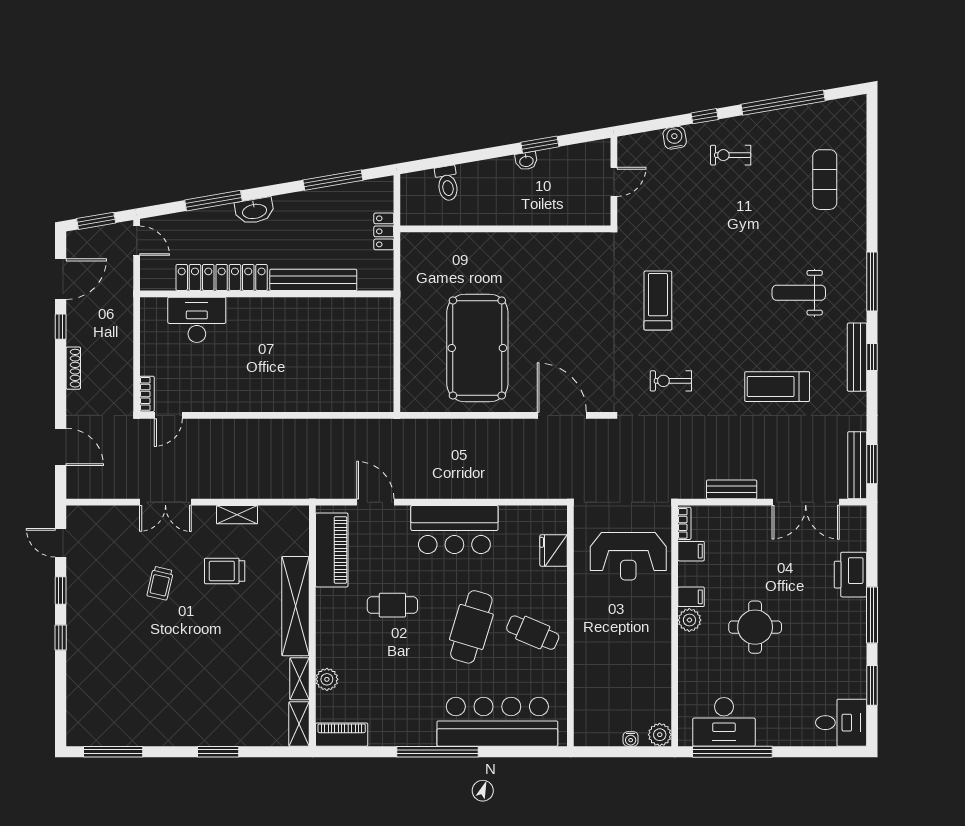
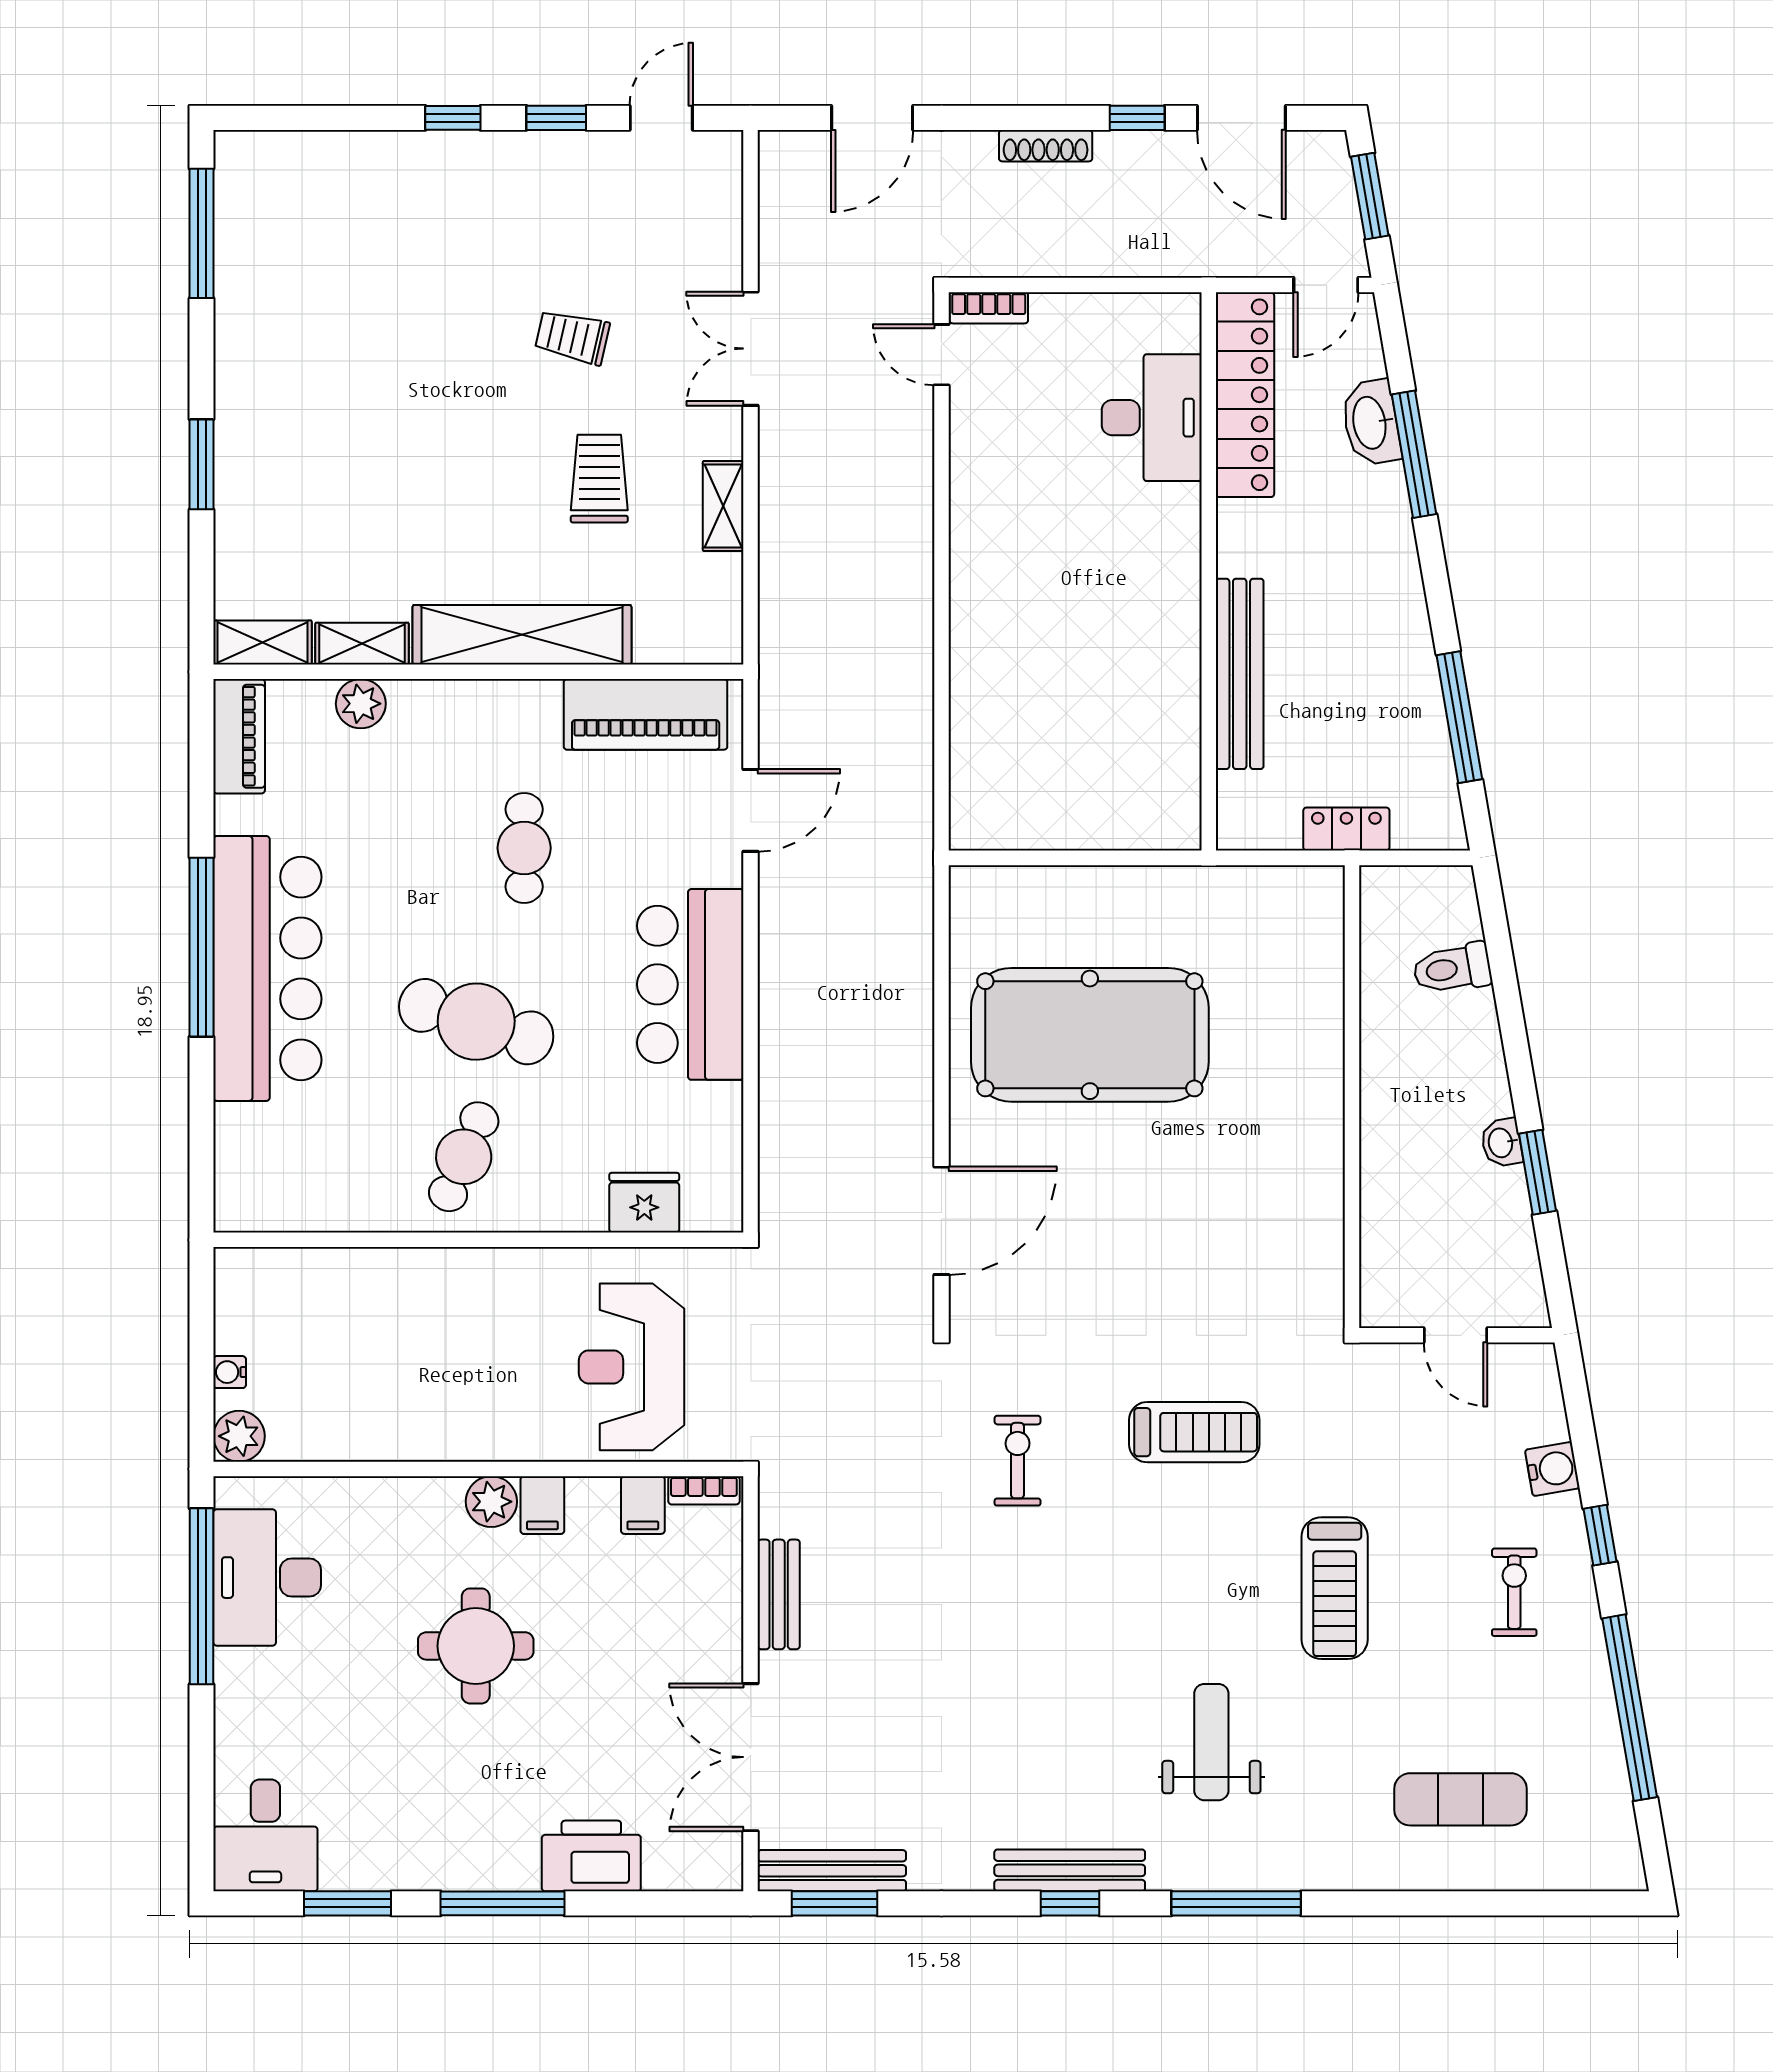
washbasin: (254, 211) -> (1371, 423), moved
locker: (222, 277) -> (1245, 395), moved
treadmill: (777, 387) -> (1335, 1588), moved, turned 180
bar counter: (497, 722) -> (267, 968), moved

